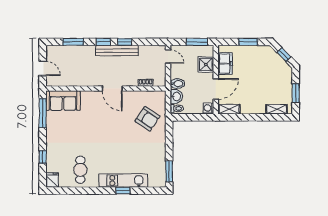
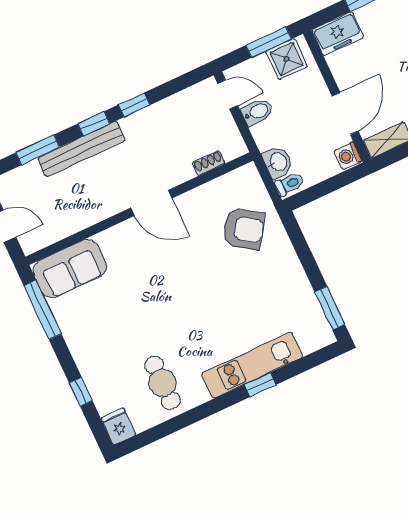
bench: (117, 50) -> (81, 149), moved
freezer: (225, 63) -> (338, 34), moved, turned 90
shower: (206, 64) -> (287, 59), moved
bidet: (177, 84) -> (257, 112), moved

